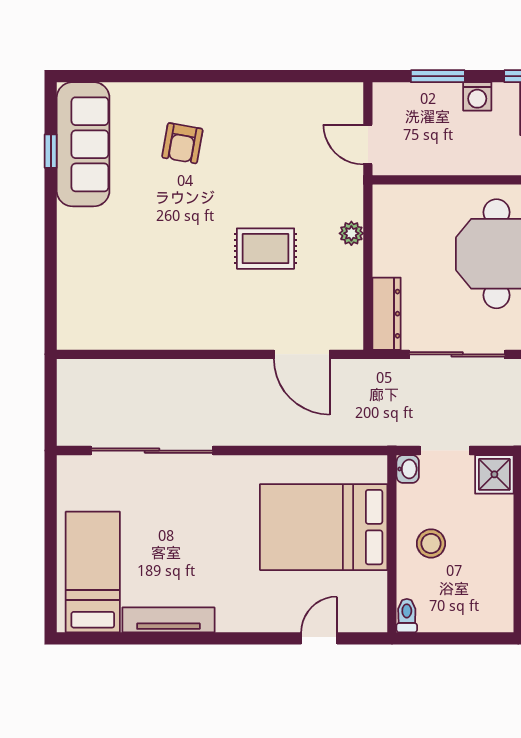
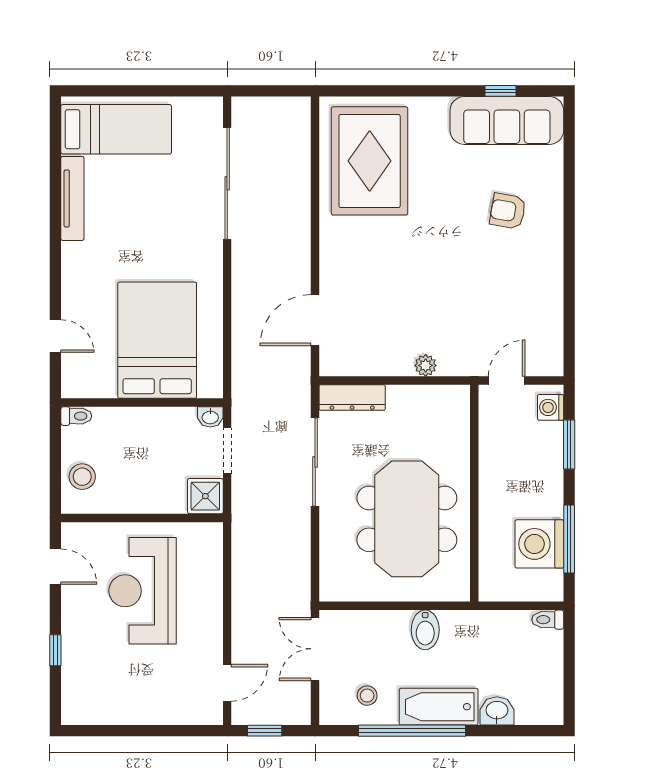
washing machine: (477, 96) -> (551, 407), moved
rug: (266, 249) -> (370, 161), moved, width x1.86, depth x2.06
stool: (431, 543) -> (82, 477), moved

